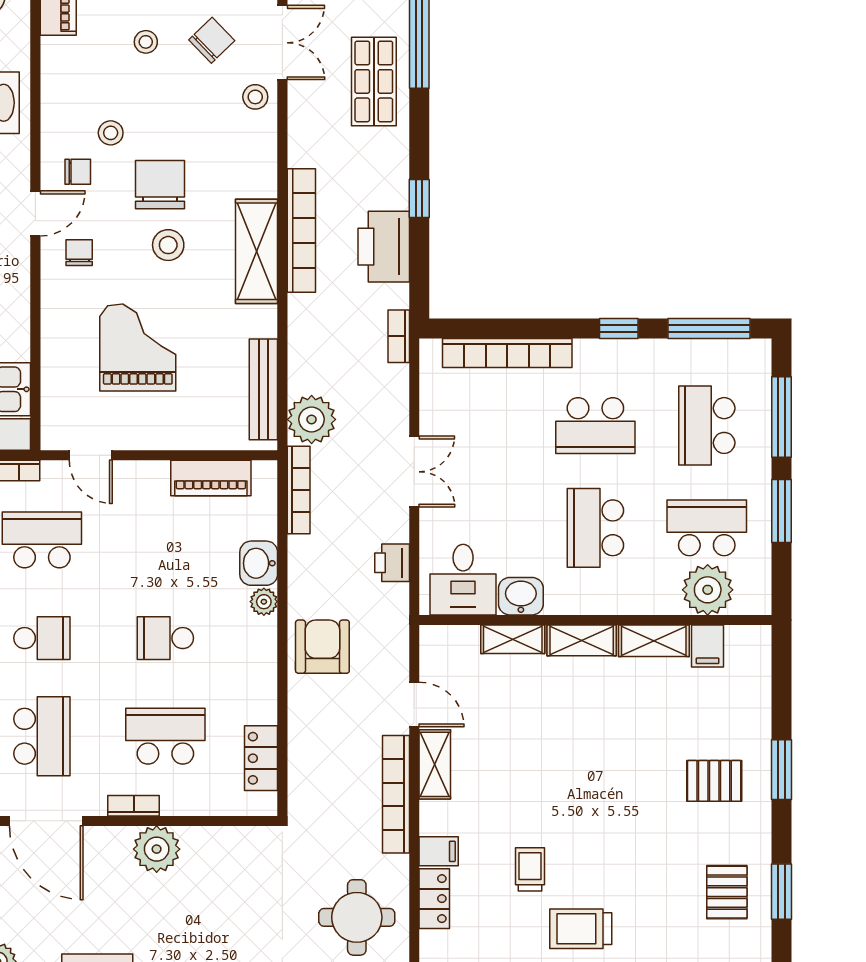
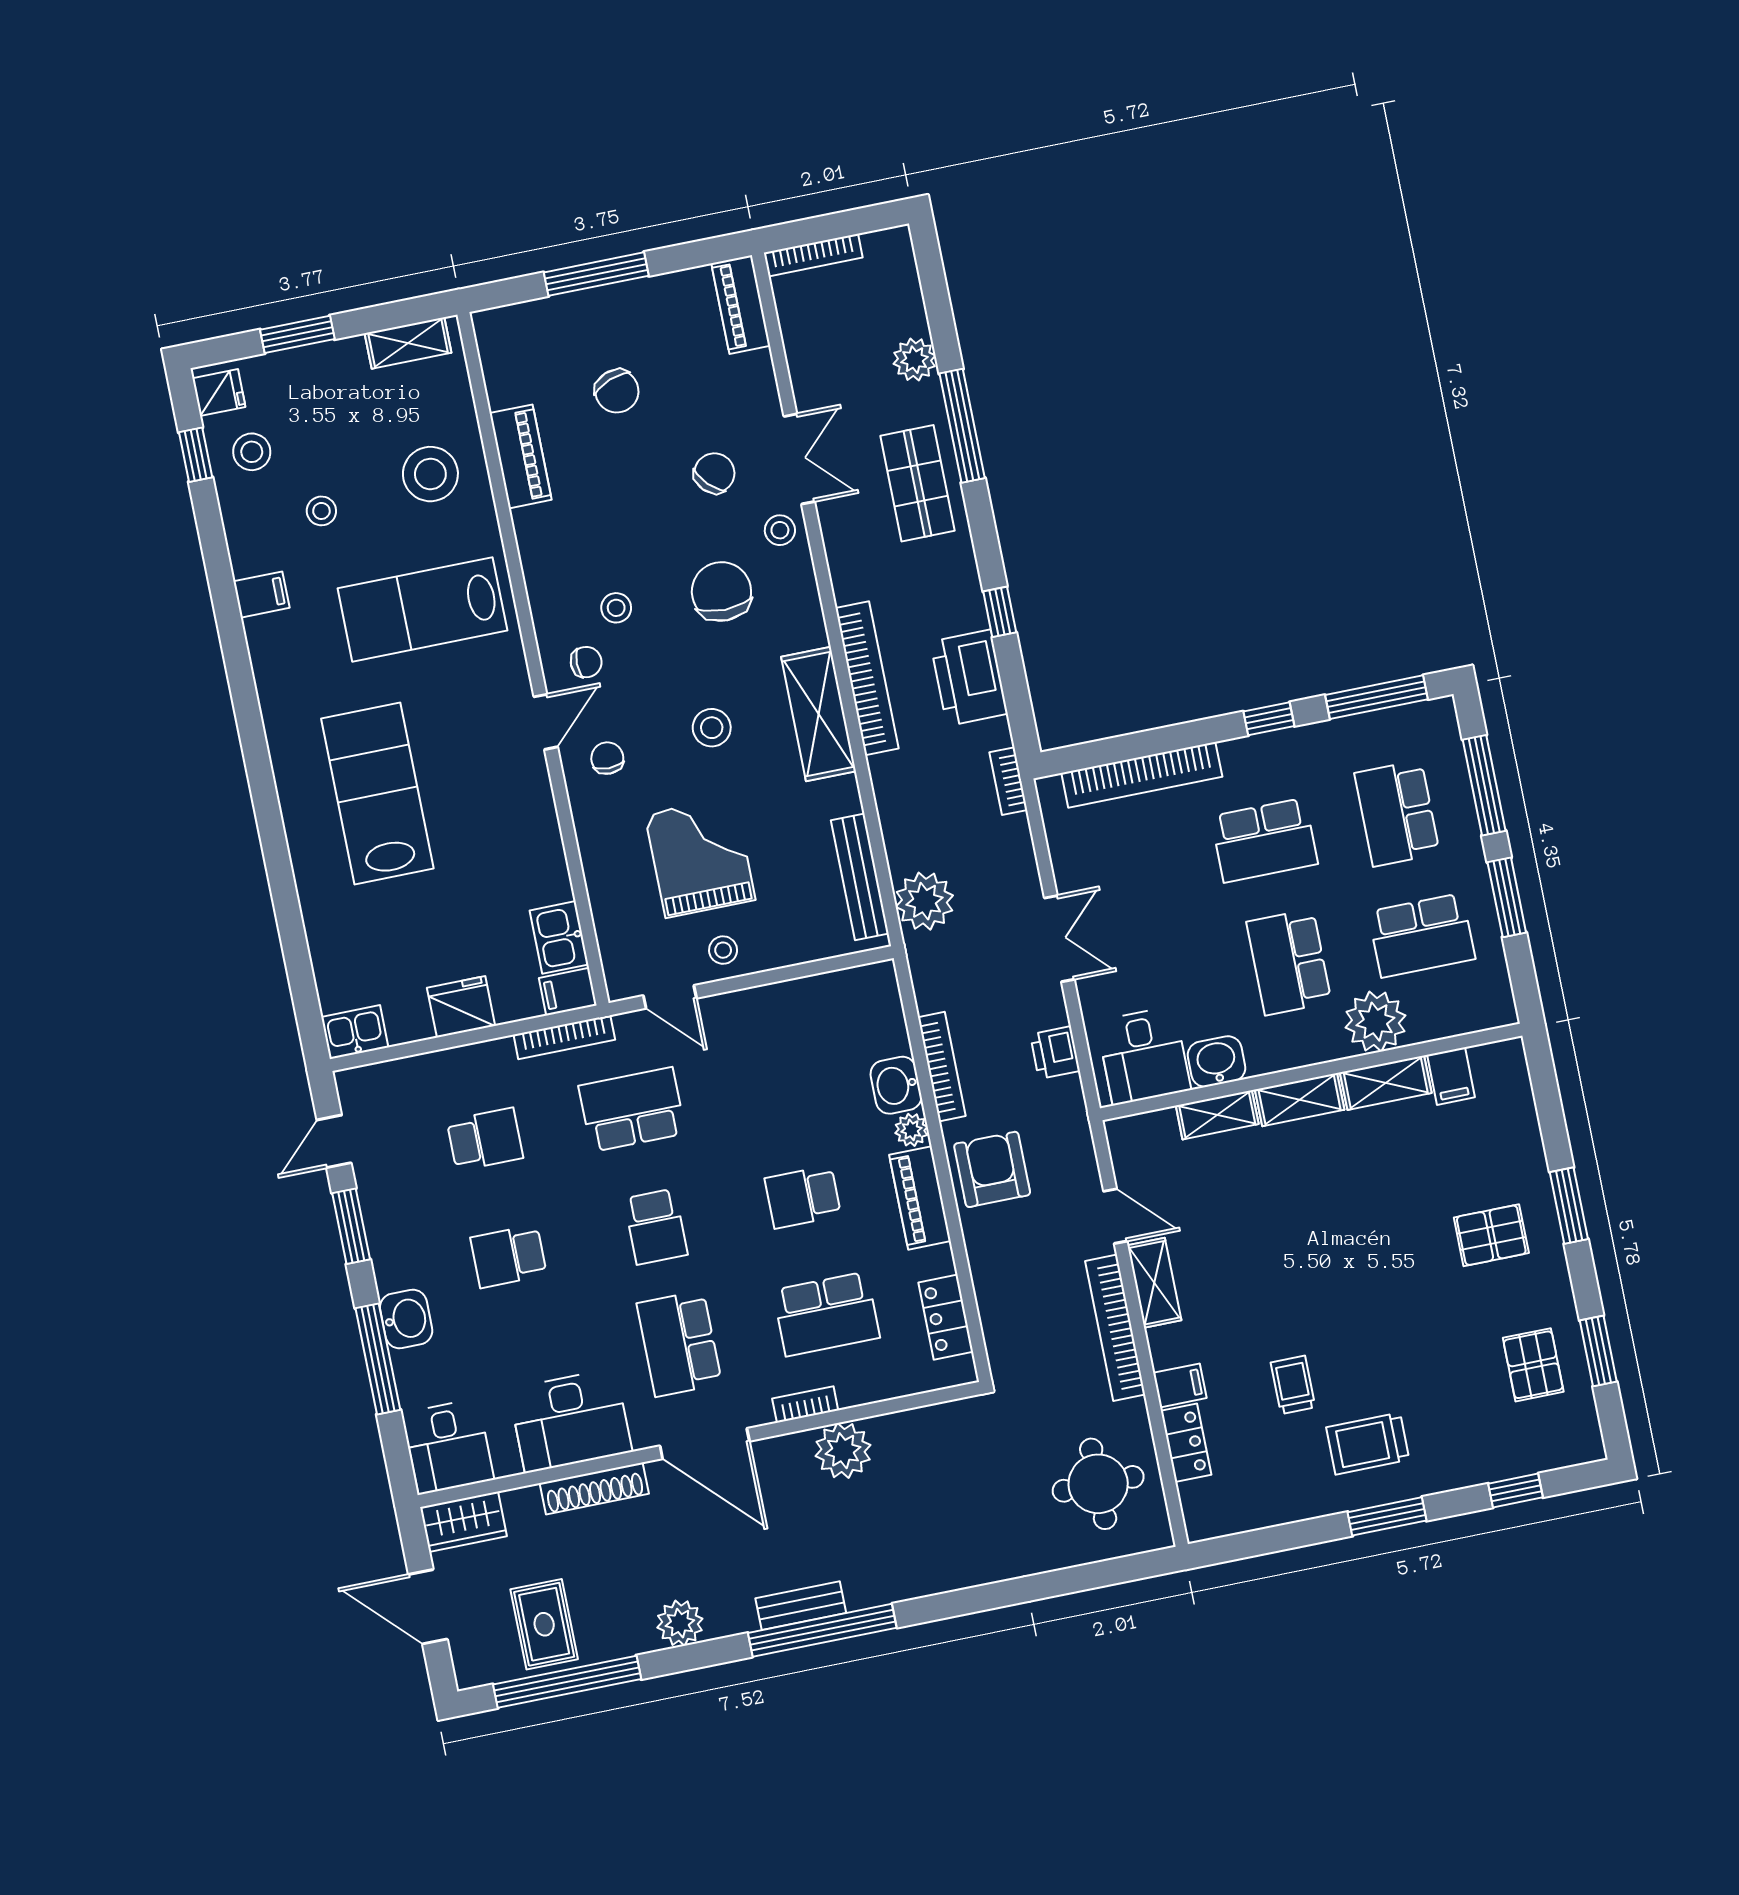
stool: (146, 42) -> (723, 950), moved
chair: (160, 185) -> (721, 591), moved
piano: (211, 478) -> (920, 1198), moved, turned 90
bookcase: (299, 490) -> (942, 1067), moved
school desk: (707, 528) -> (1422, 935), turned 180
plant: (708, 590) -> (1375, 1022), moved
school desk: (42, 638) -> (656, 1227), turned 90
school desk: (42, 736) -> (679, 1344), turned 180
school desk: (165, 736) -> (826, 1314), turned 180

